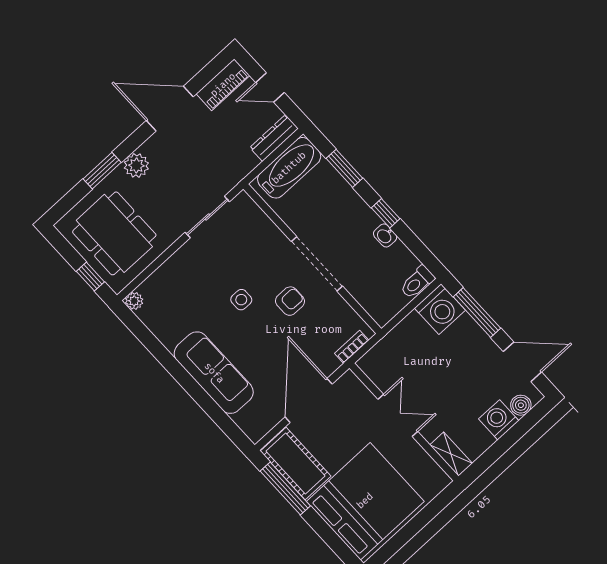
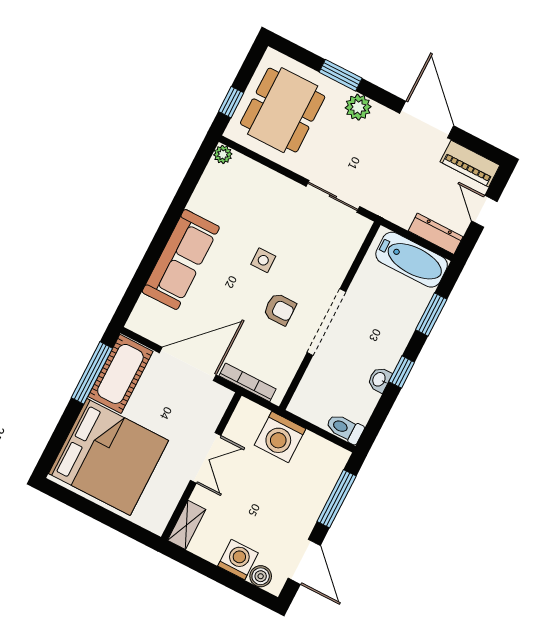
washing machine: (440, 309) -> (280, 437), moved
bookcase: (352, 347) -> (248, 382), width x1.56

